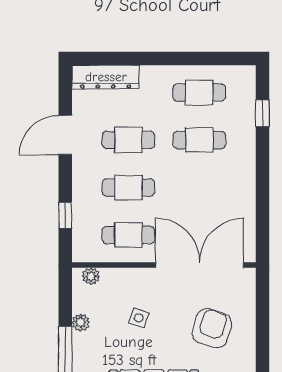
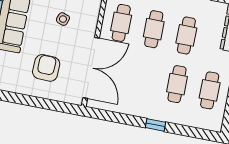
window: (262, 113) -> (155, 125), moved
armchair: (212, 328) -> (46, 68), turned -105

